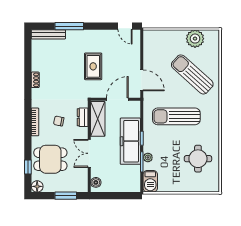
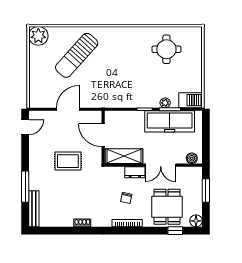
plant: (195, 39) -> (38, 36), moved
door: (142, 80) -> (68, 109), moved
sun lounger: (176, 116) -> (121, 72), removed
dresser: (83, 117) -> (135, 172), moved
freezer: (130, 141) -> (170, 121), moved

